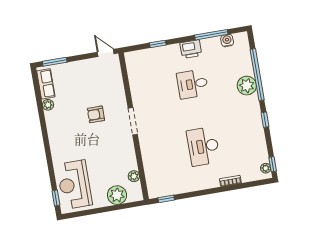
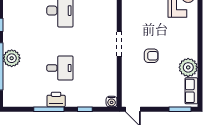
window: (211, 35) -> (49, 109), moved
water cooler: (227, 41) -> (112, 102), moved
plant: (48, 105) -> (188, 67), width x1.88, depth x1.88

